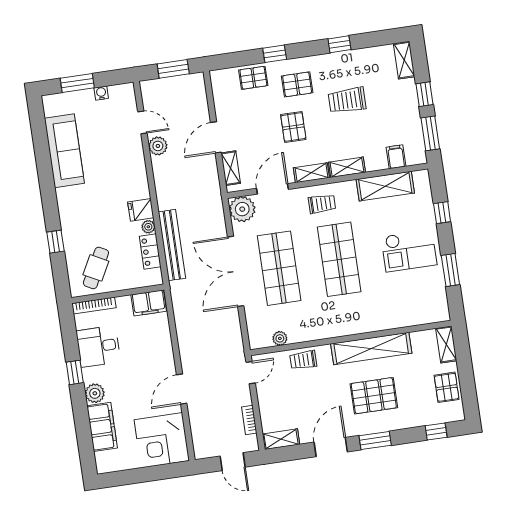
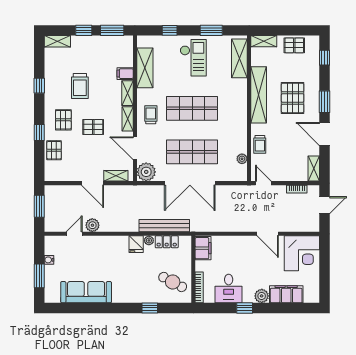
filing cabinet: (396, 157) -> (125, 74), moved
shelving: (418, 314) -> (239, 58), added

